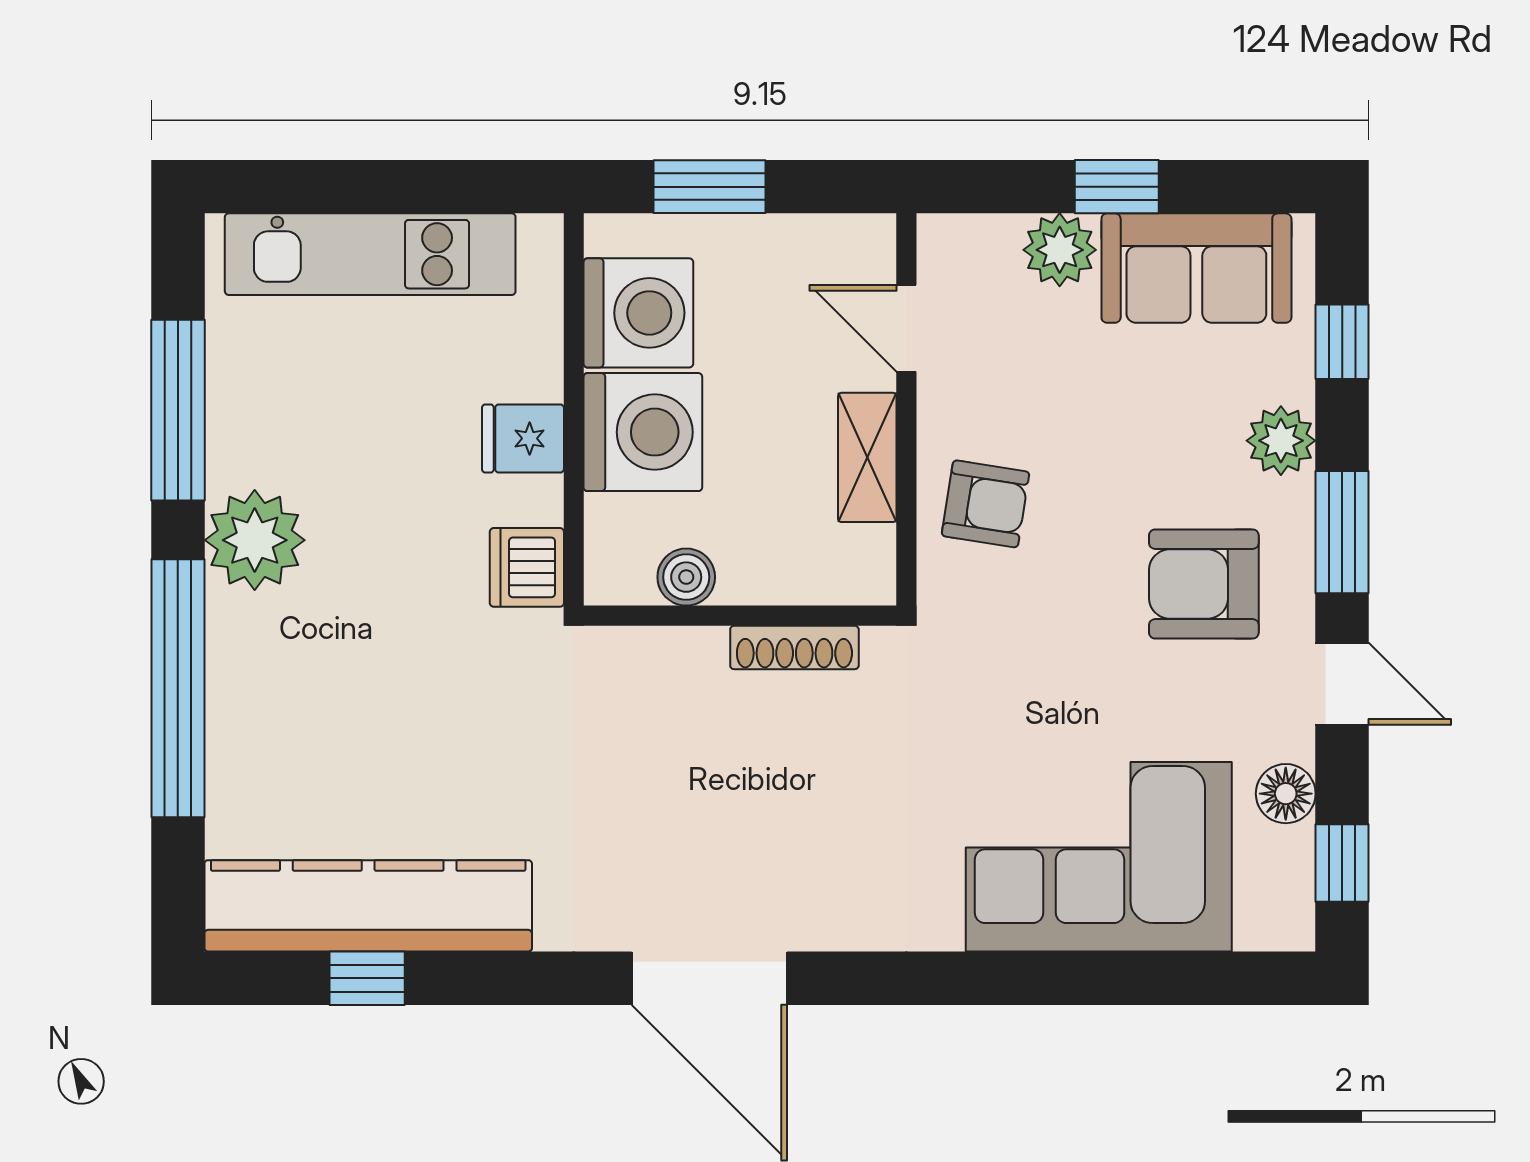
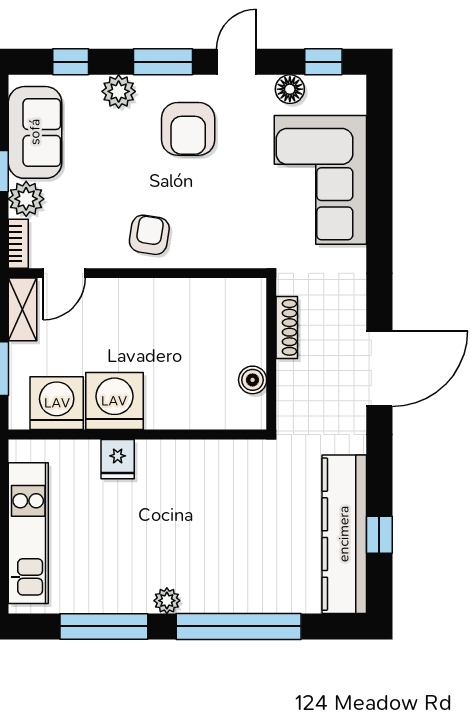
bookcase: (967, 234) -> (18, 244), added
shelving: (867, 457) -> (22, 309), moved, turned 90
plant: (255, 540) -> (167, 601), width x0.53, depth x0.53
dishwasher: (527, 567) -> (180, 457), removed
boiler: (686, 577) -> (253, 380), moved
wall: (740, 616) -> (271, 354), moved
shoe rack: (794, 647) -> (287, 327), moved

